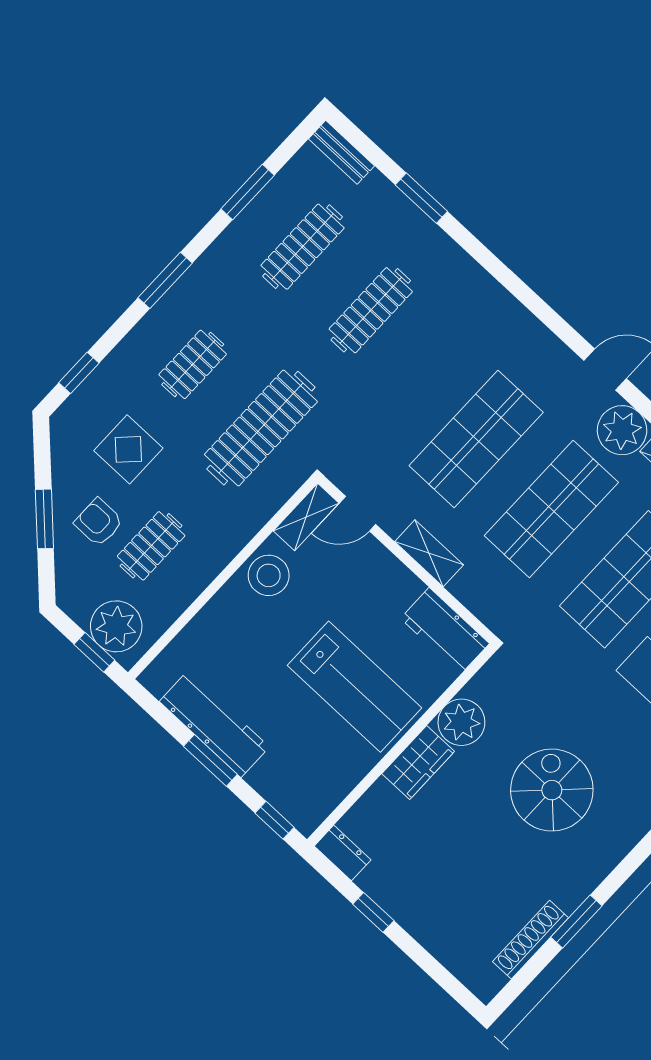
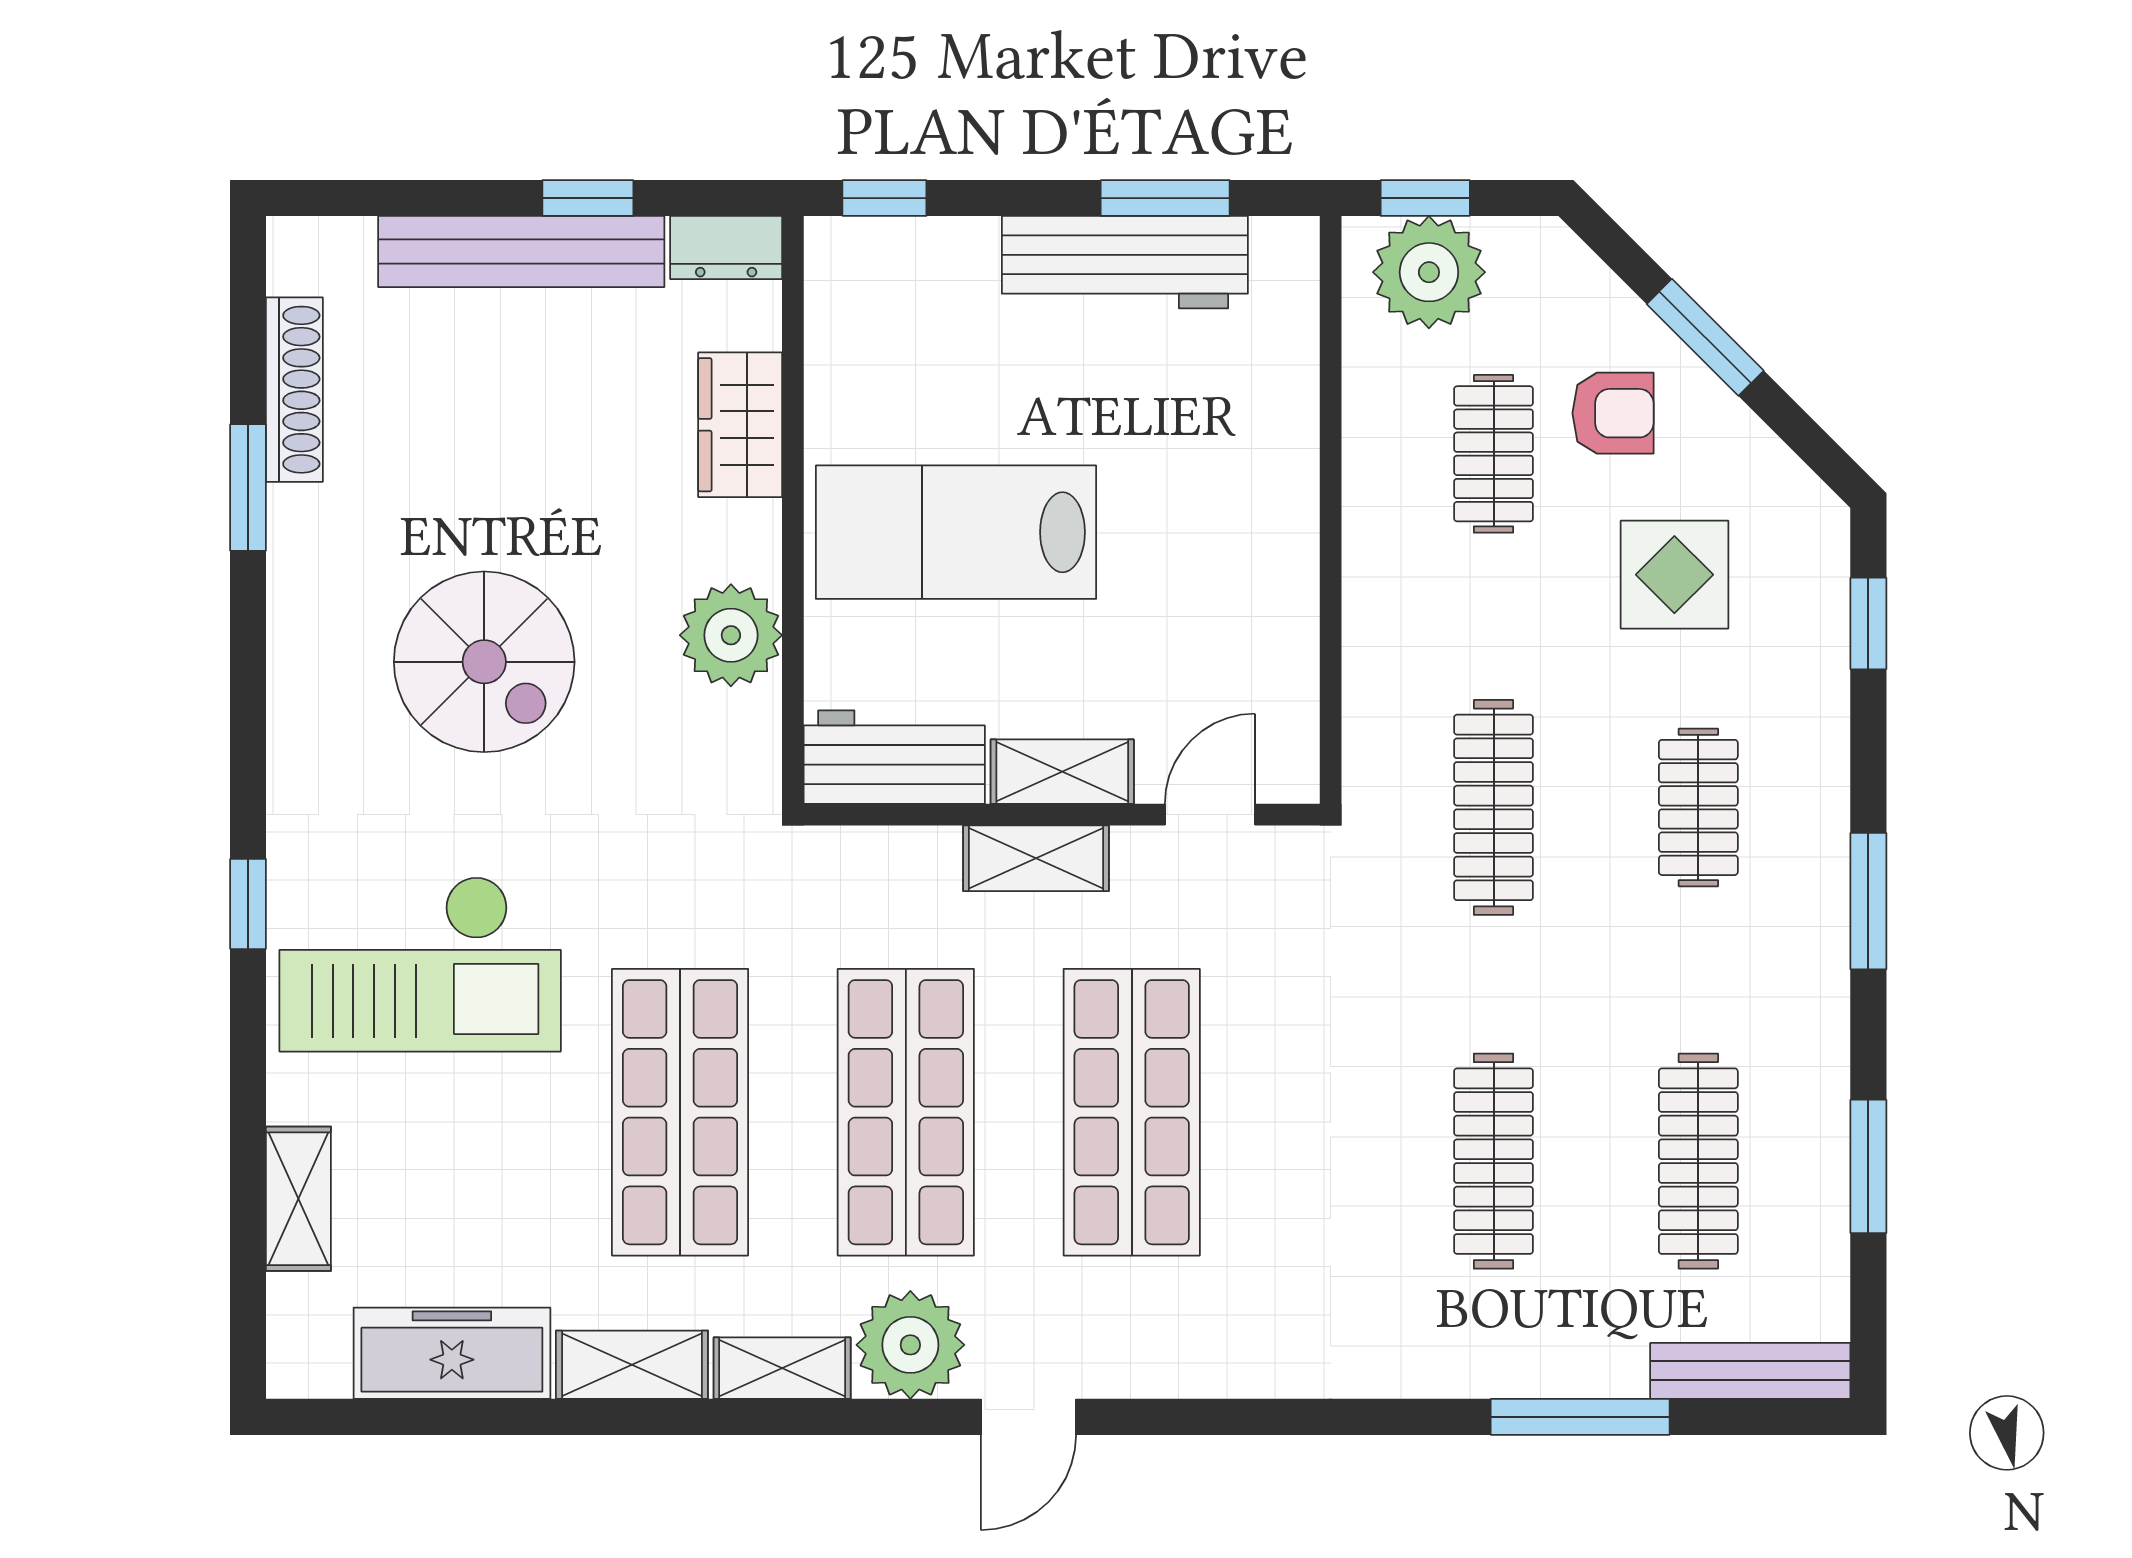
bench: (341, 152) -> (1750, 1371), width x1.36
window: (421, 198) -> (1580, 1417), width x1.44
clothes rail: (261, 428) -> (1494, 807), width x0.73, depth x0.76
shelving: (306, 517) -> (1062, 772), moved, turned 90
stool: (269, 575) -> (1261, 582), removed
window: (210, 760) -> (1165, 198), moved
wardrobe: (418, 763) -> (740, 425), moved
bench: (412, 915) -> (521, 252), added

